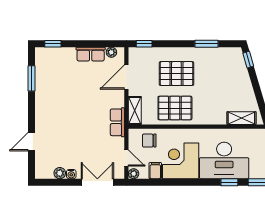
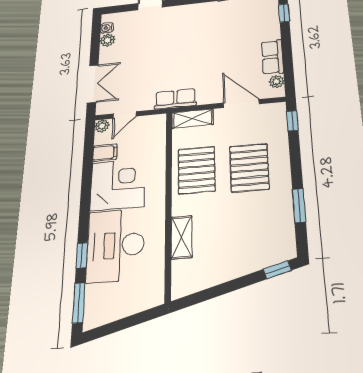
shelving: (241, 118) -> (182, 237), moved
chair: (149, 141) -> (149, 141), removed
water cooler: (71, 174) -> (107, 28), moved

